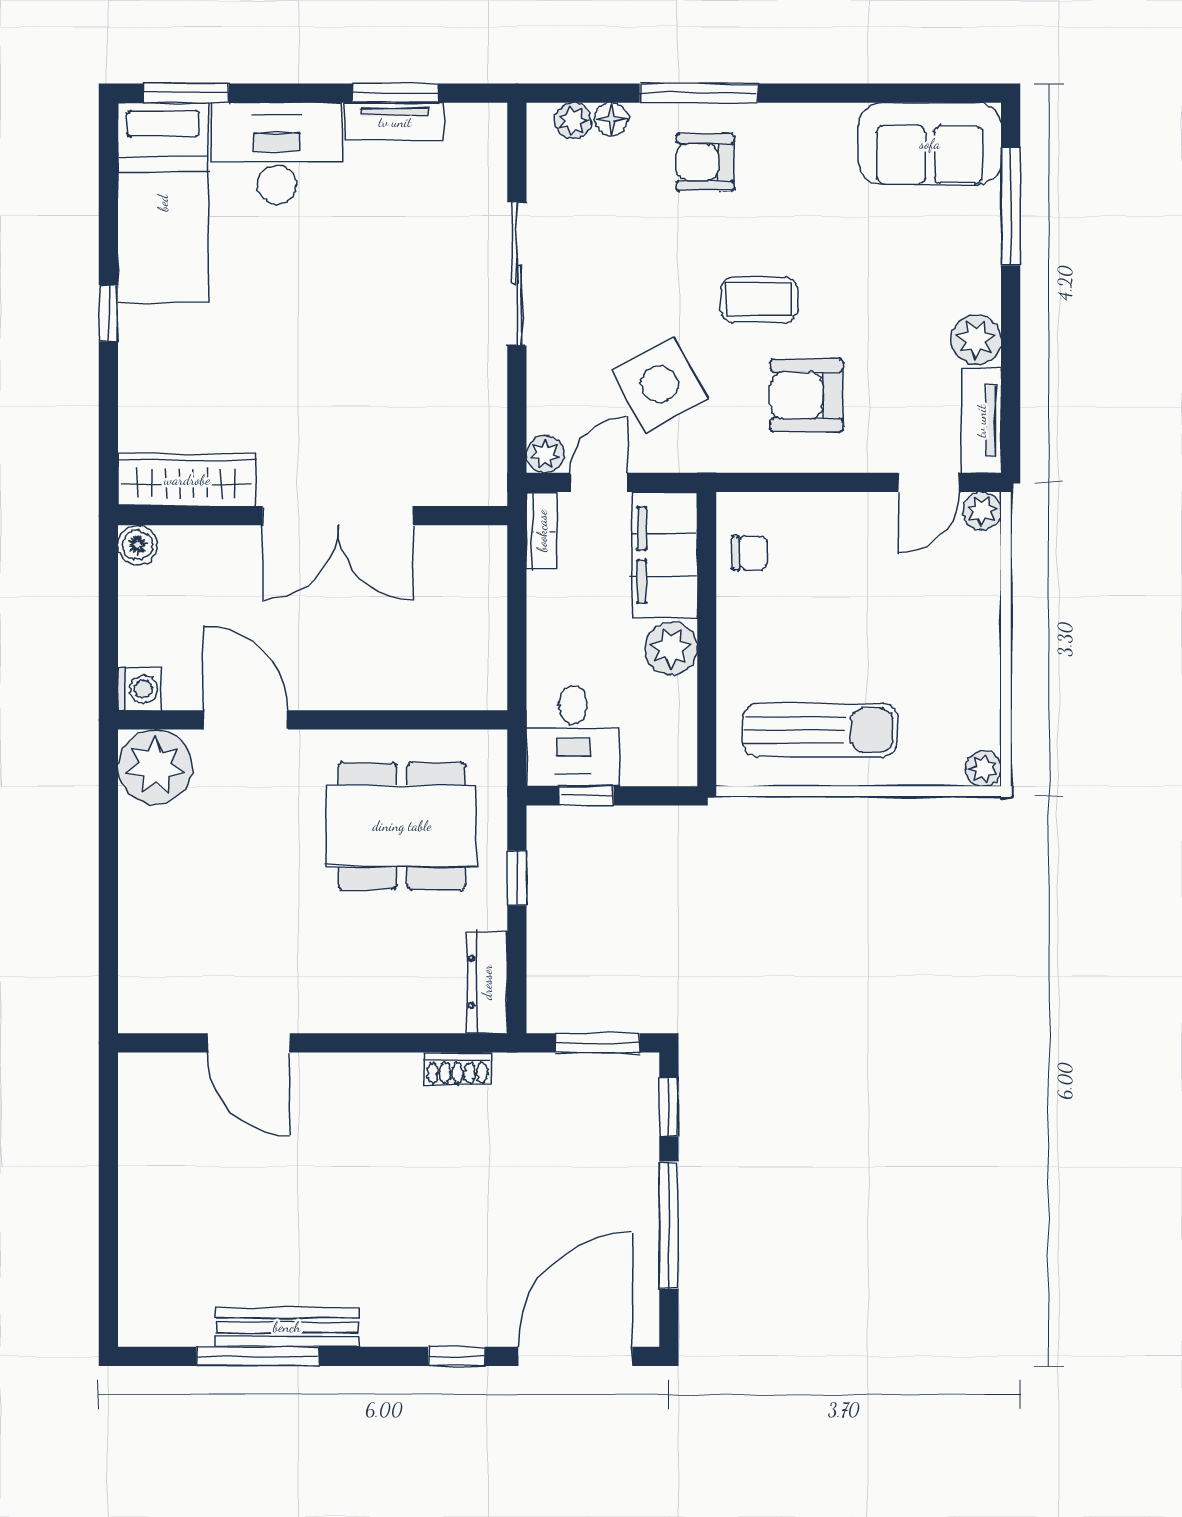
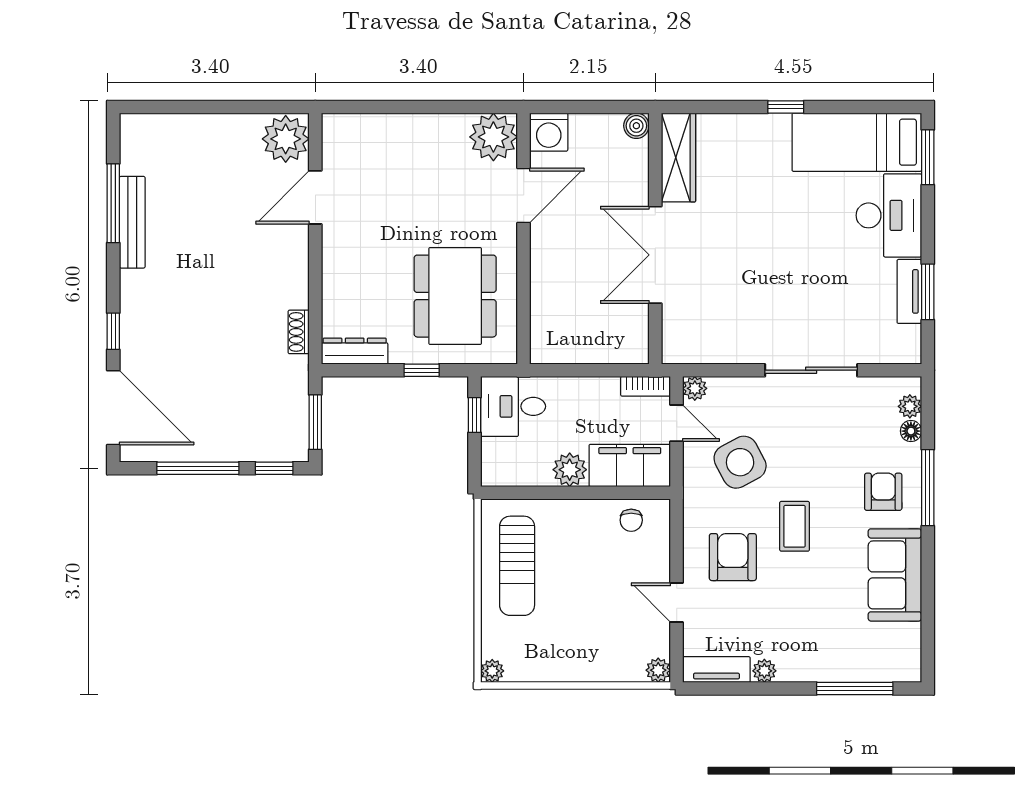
sofa: (930, 144) -> (895, 575), moved
plant: (976, 340) -> (764, 671), width x0.73, depth x0.73
door: (929, 482) -> (677, 603), moved
washing machine: (139, 689) -> (549, 132), width x1.38, depth x1.38
plant: (158, 1089) -> (286, 139), added

